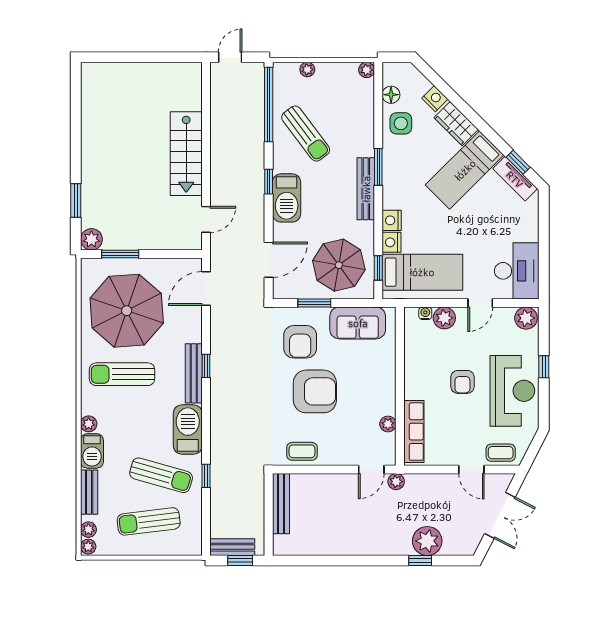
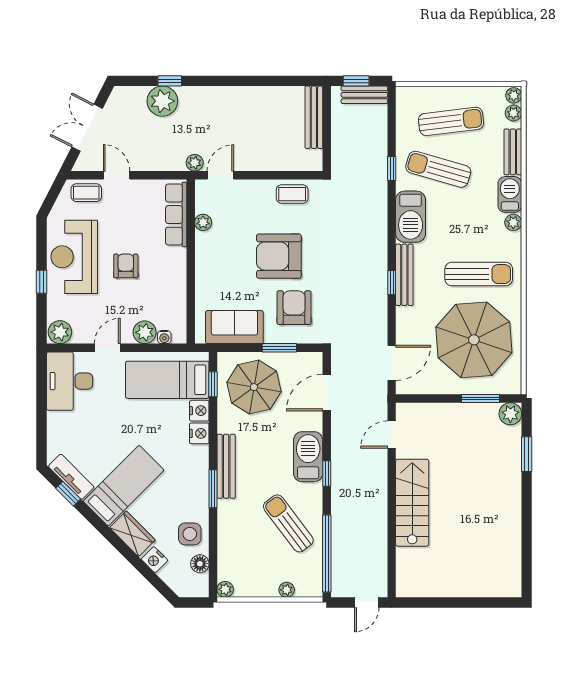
bench: (281, 504) -> (314, 117), moved

